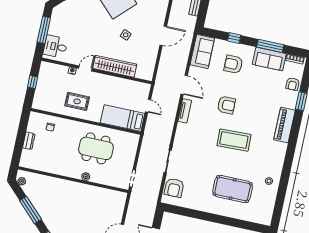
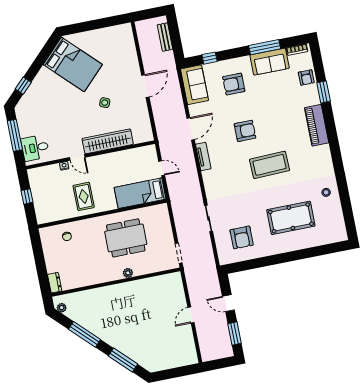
window: (234, 38) -> (210, 58), moved
door: (85, 69) -> (77, 157), swing flipped
door: (184, 85) -> (191, 129), hinge flipped
rug: (77, 101) -> (84, 196), turned 90
dresser: (29, 141) -> (55, 283), moved
armchair: (174, 188) -> (242, 237), moved

